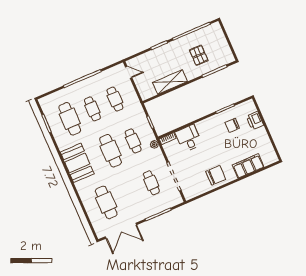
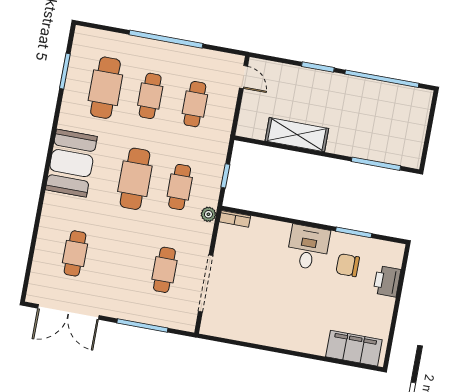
pallet: (199, 55) -> (368, 123), removed
desk: (189, 138) -> (308, 247), moved
filing cabinet: (248, 166) -> (354, 348), moved
chair: (216, 175) -> (271, 325), removed
cafe table: (106, 202) -> (75, 253), width x0.73, depth x0.74

